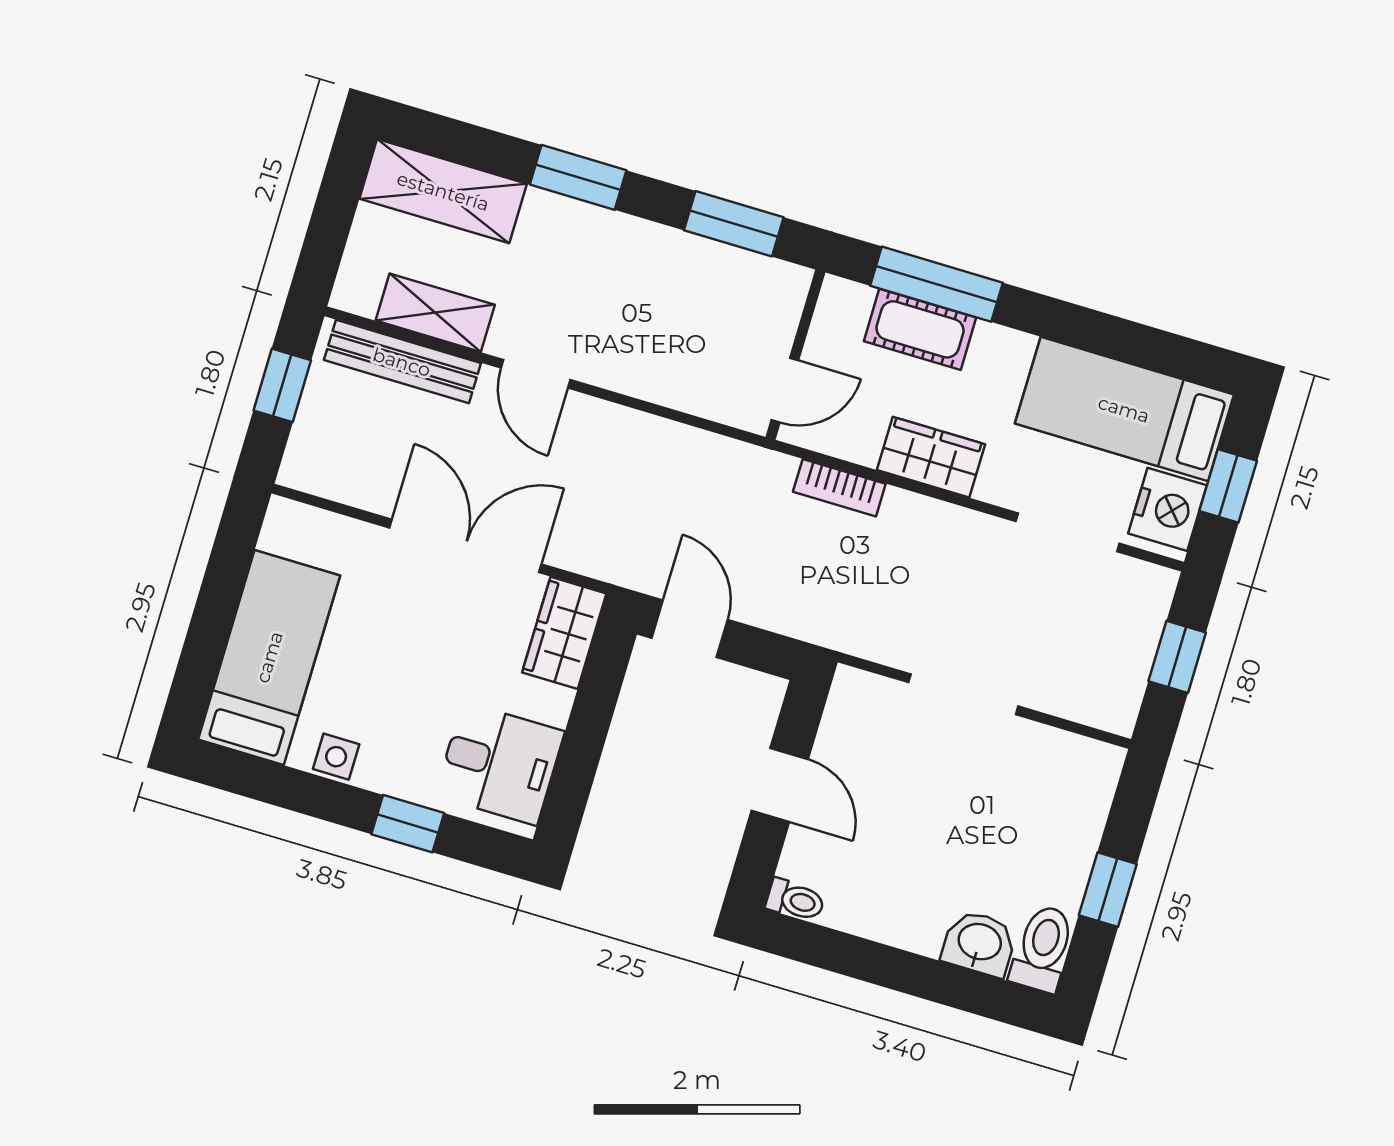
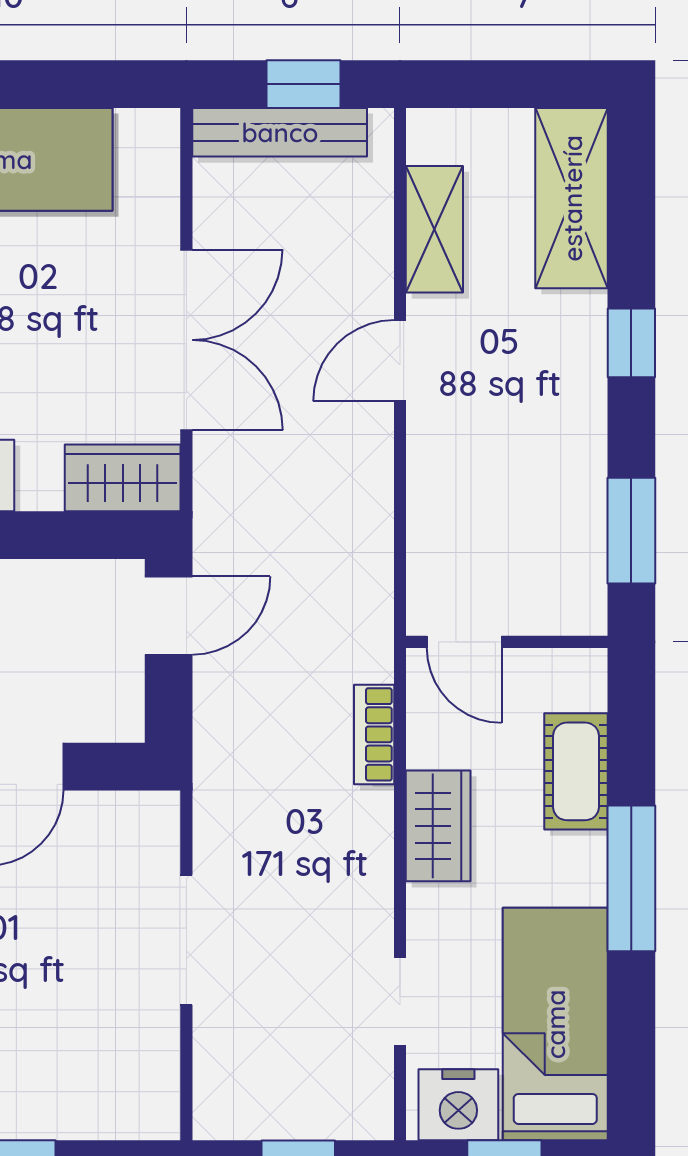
window: (578, 177) -> (631, 343), width x0.67
window: (937, 284) -> (631, 878), moved
bench: (402, 362) -> (280, 132), moved, turned 90
doorway: (1068, 532) -> (400, 1002), width x0.73

